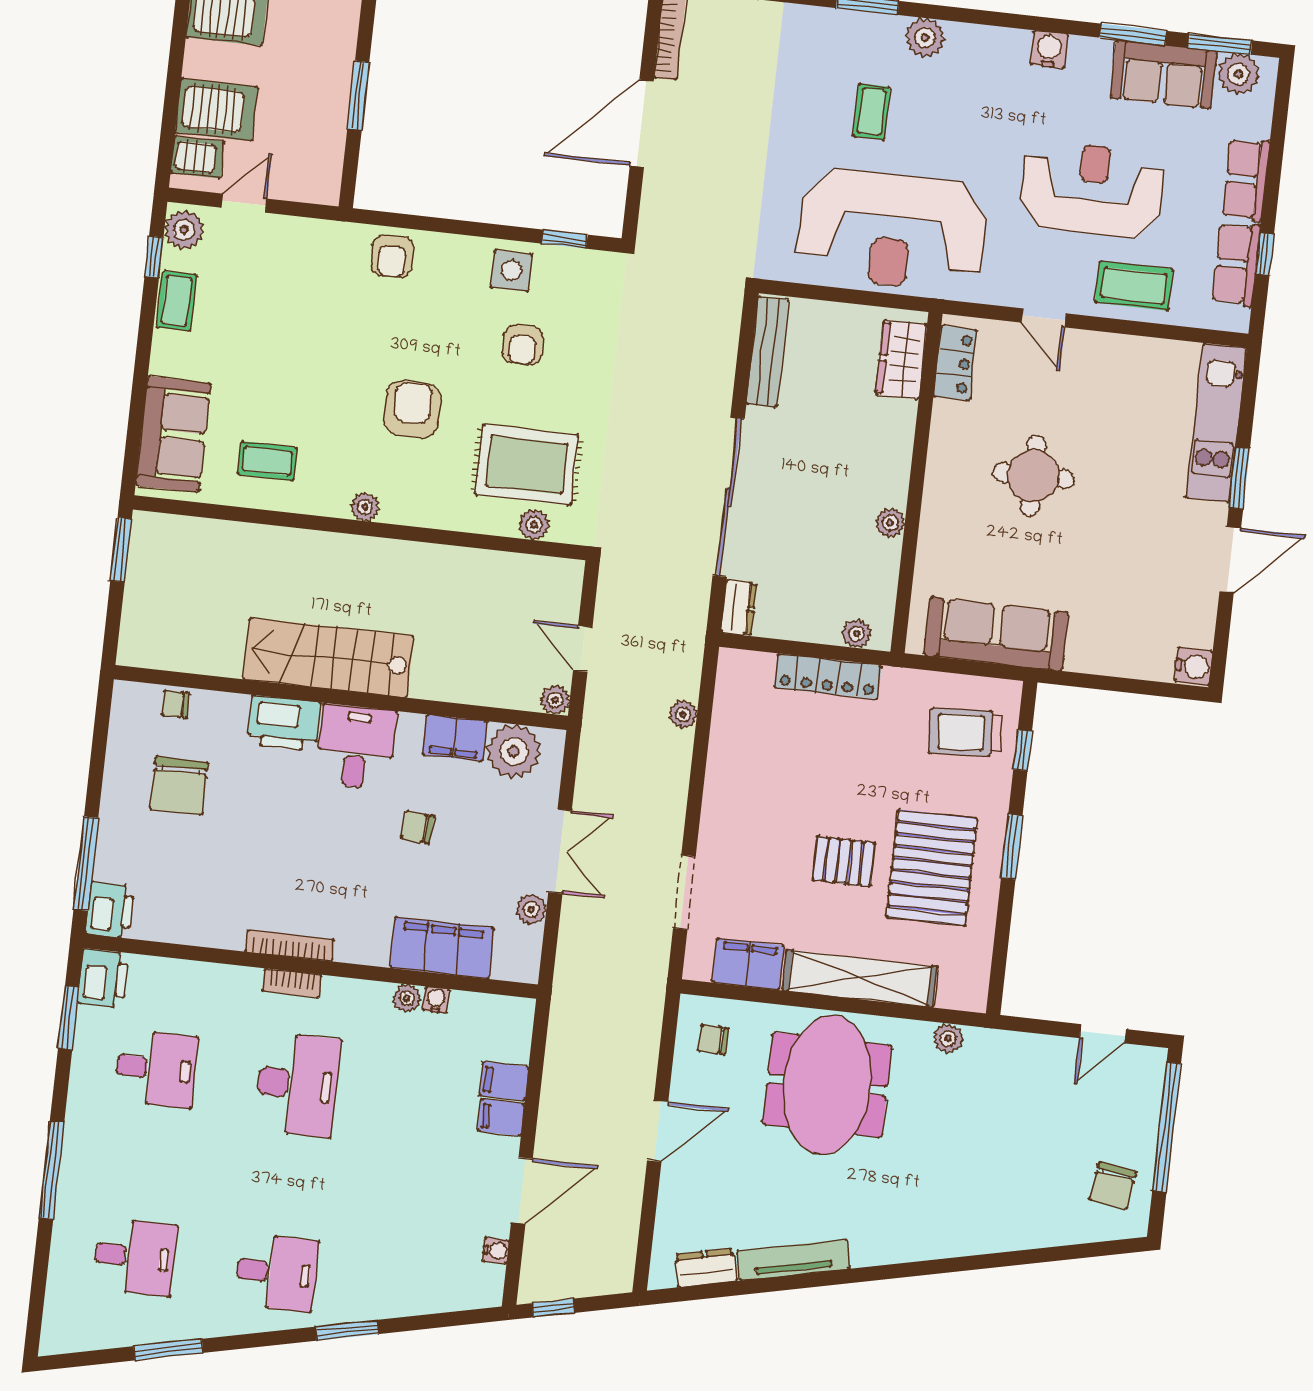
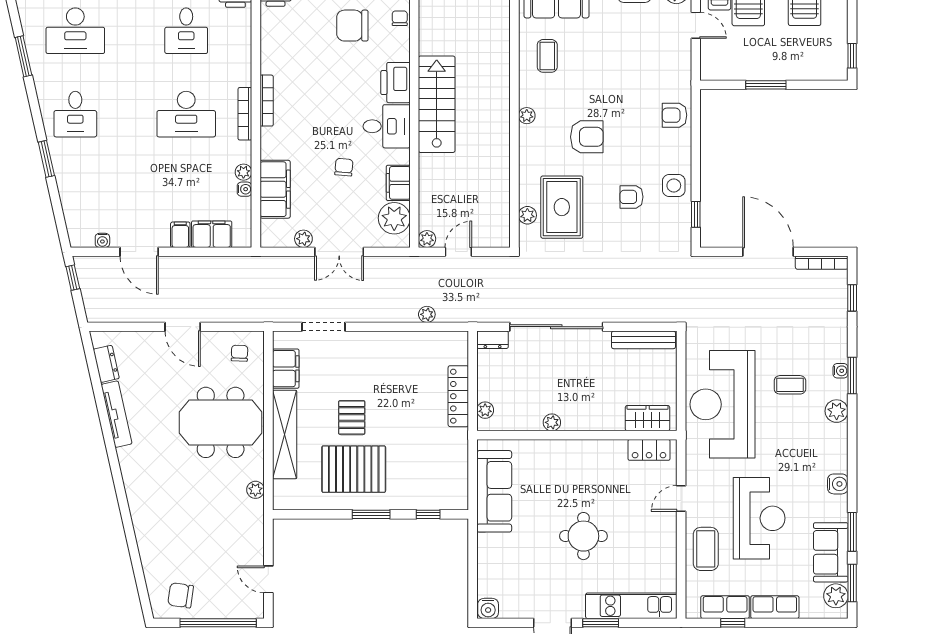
water cooler: (857, 23) -> (841, 371), added
round table: (1033, 476) -> (583, 536), moved
trolley: (966, 732) -> (435, 480), removed
bookcase: (292, 983) -> (245, 114), width x1.56
filing cabinet: (504, 1081) -> (212, 234), width x2.00
desk: (135, 1257) -> (75, 31), width x1.37

